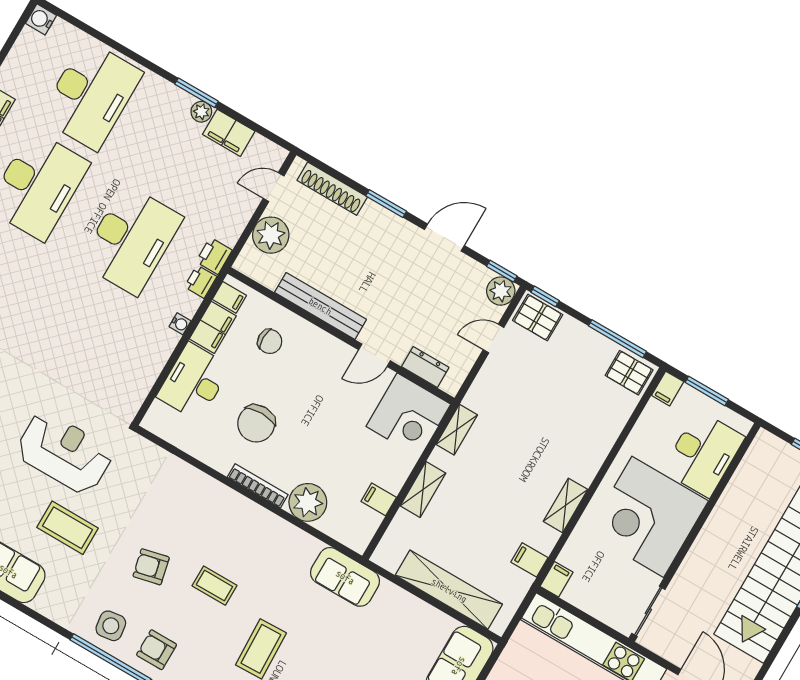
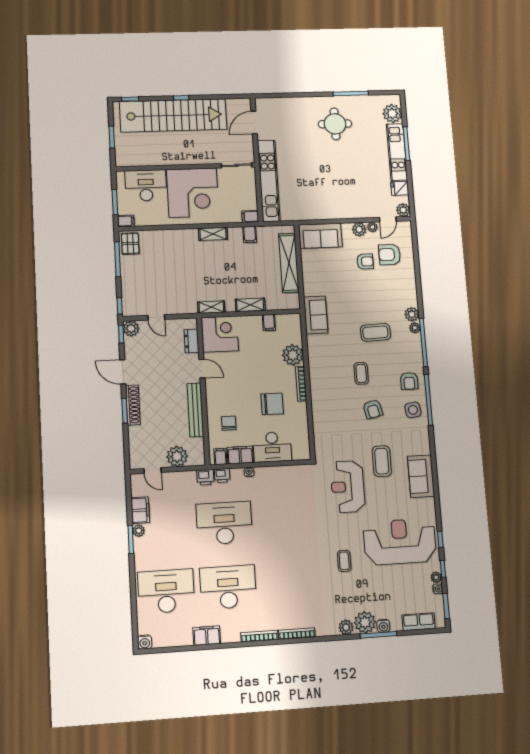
shoe rack: (332, 189) -> (133, 405), moved
pallet: (538, 318) -> (132, 303), removed

